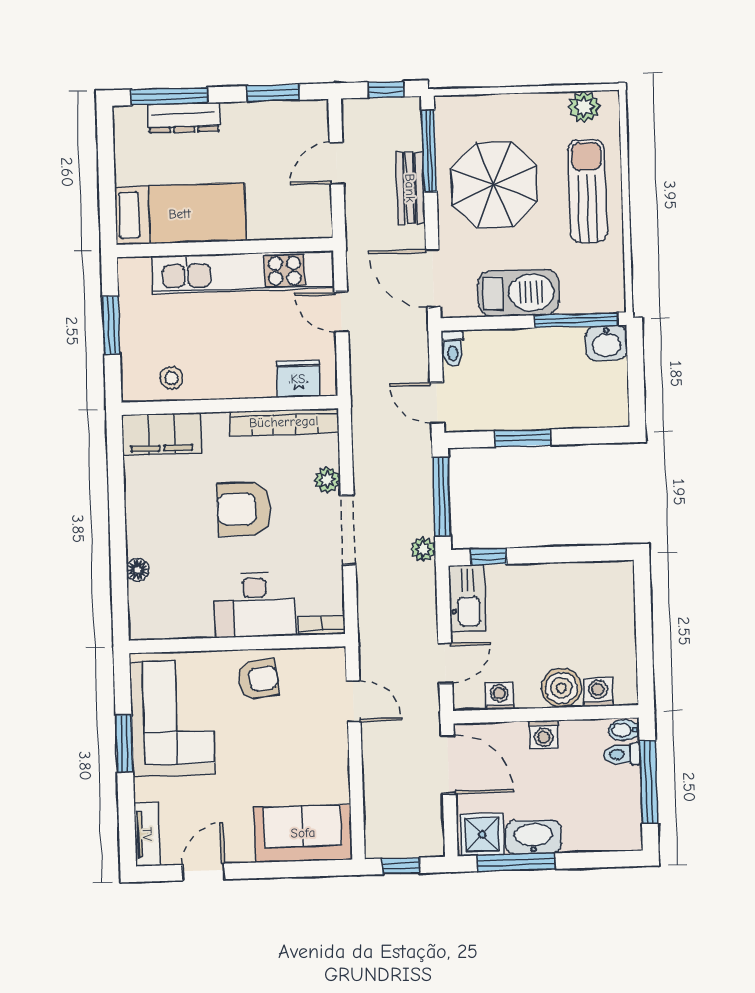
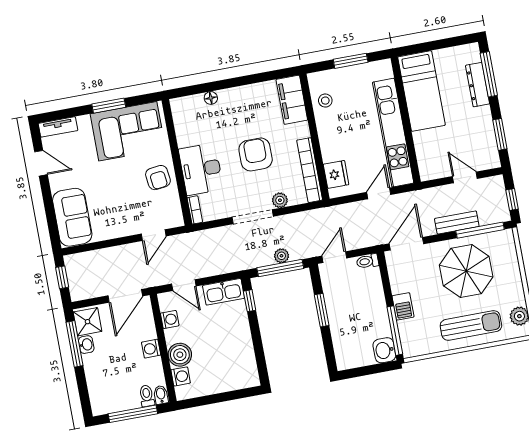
barbecue: (518, 293) -> (403, 306), width x0.53, depth x0.65
plant: (423, 549) -> (281, 256), moved
washbasin: (533, 837) -> (86, 345), width x0.52, depth x0.69

